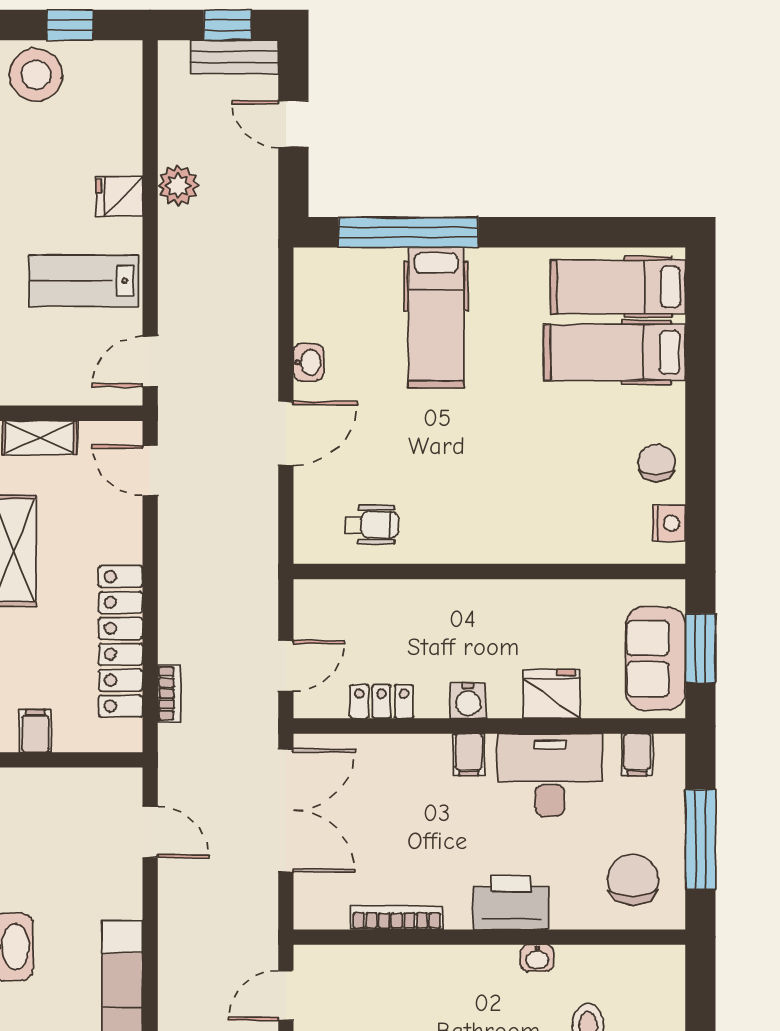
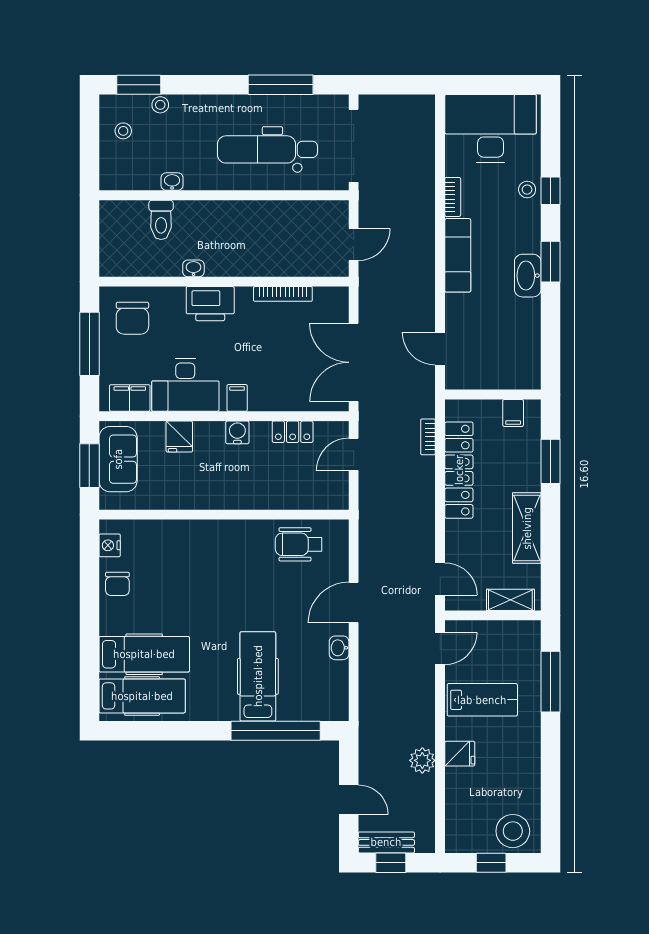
wheelchair: (372, 525) -> (299, 544), width x1.36, depth x1.37
fridge: (551, 694) -> (179, 437), width x0.72
filing cabinet: (637, 755) -> (130, 398), width x2.00

